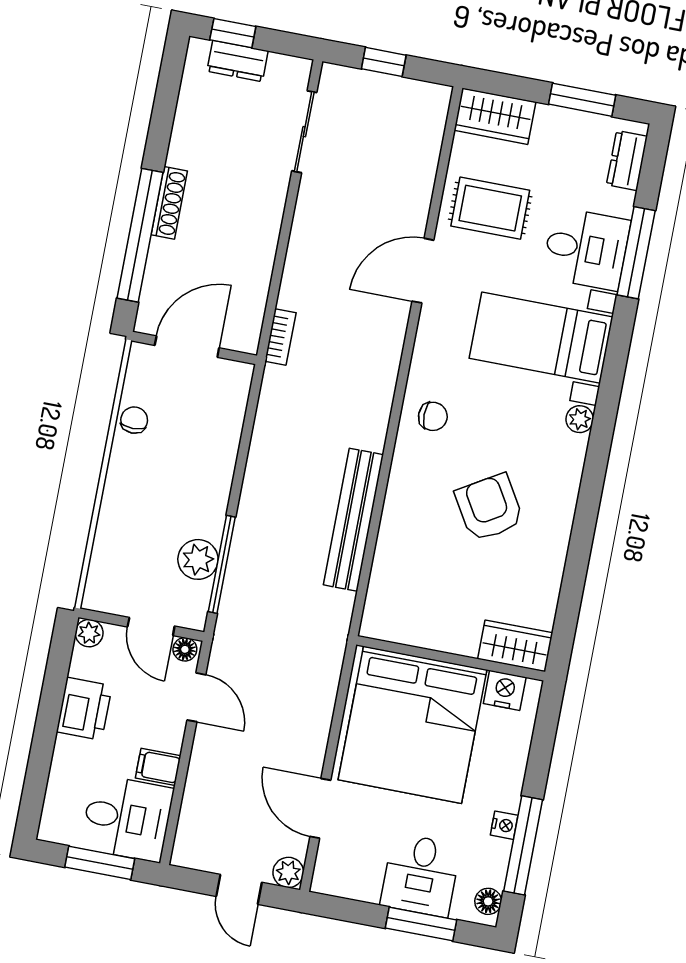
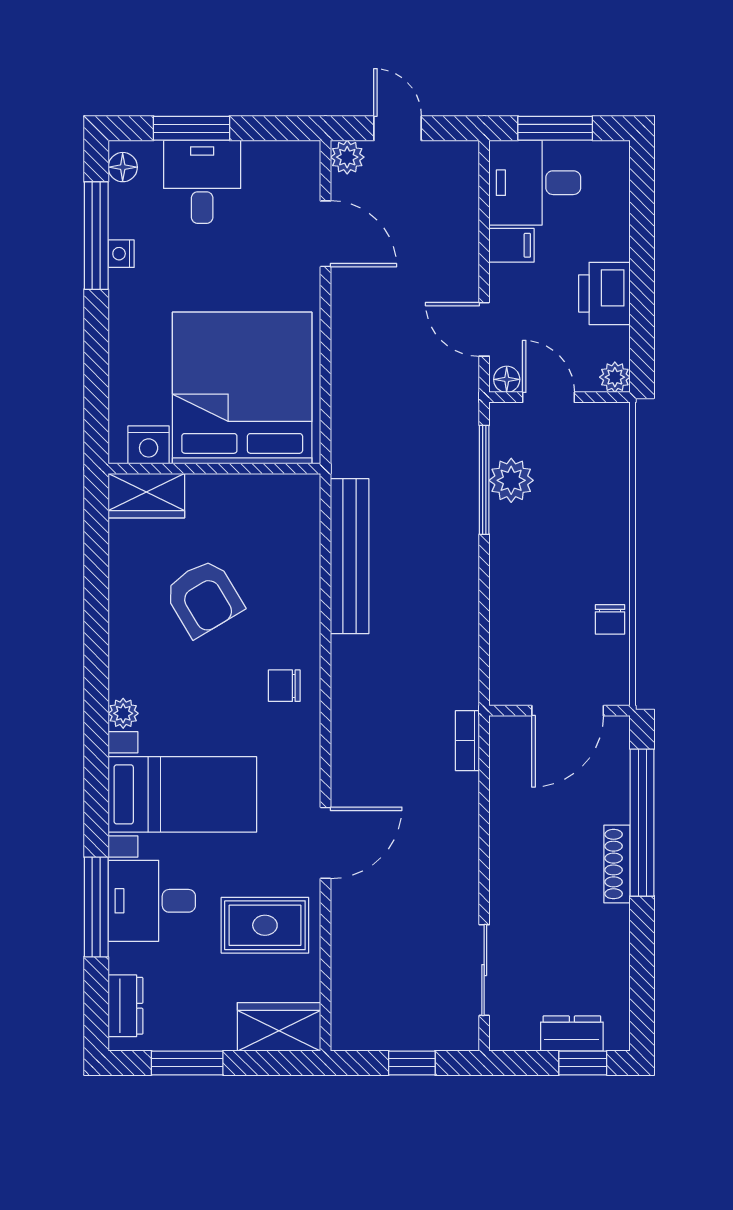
wardrobe: (515, 646) -> (146, 496), moved
wall: (451, 658) -> (214, 469), moved
nightstand: (505, 690) -> (149, 445), moved
bed: (413, 725) -> (242, 388), moved

